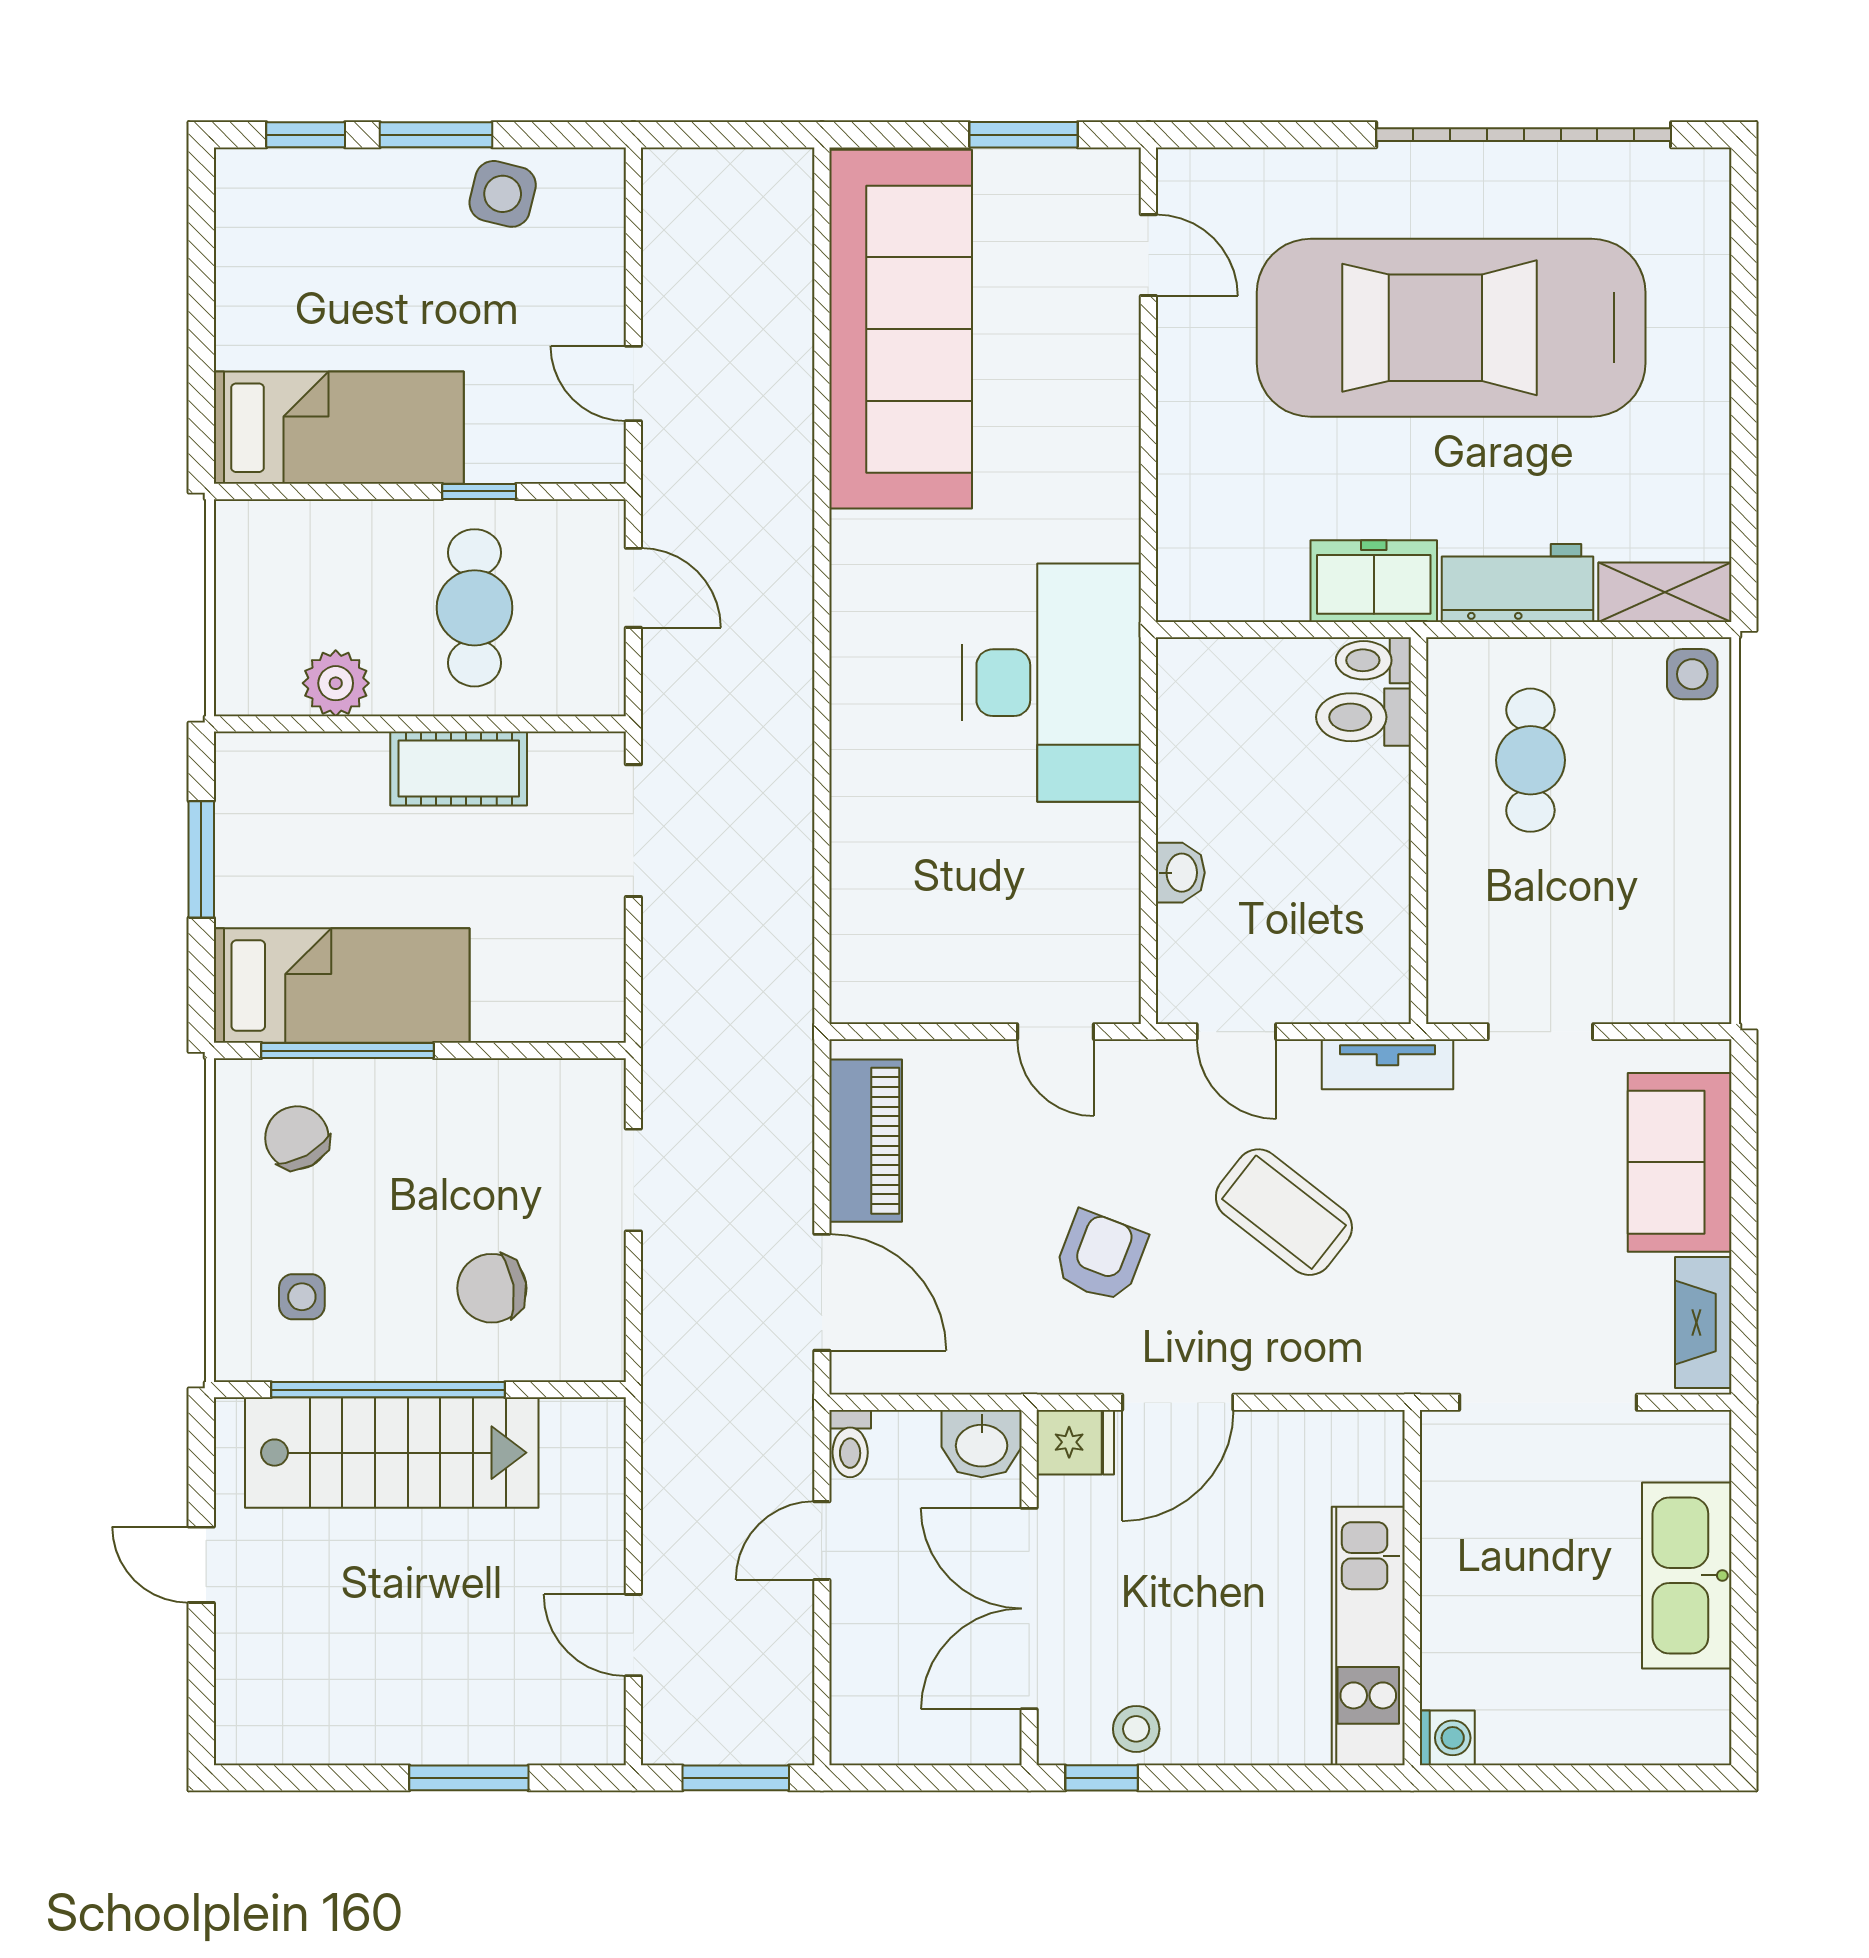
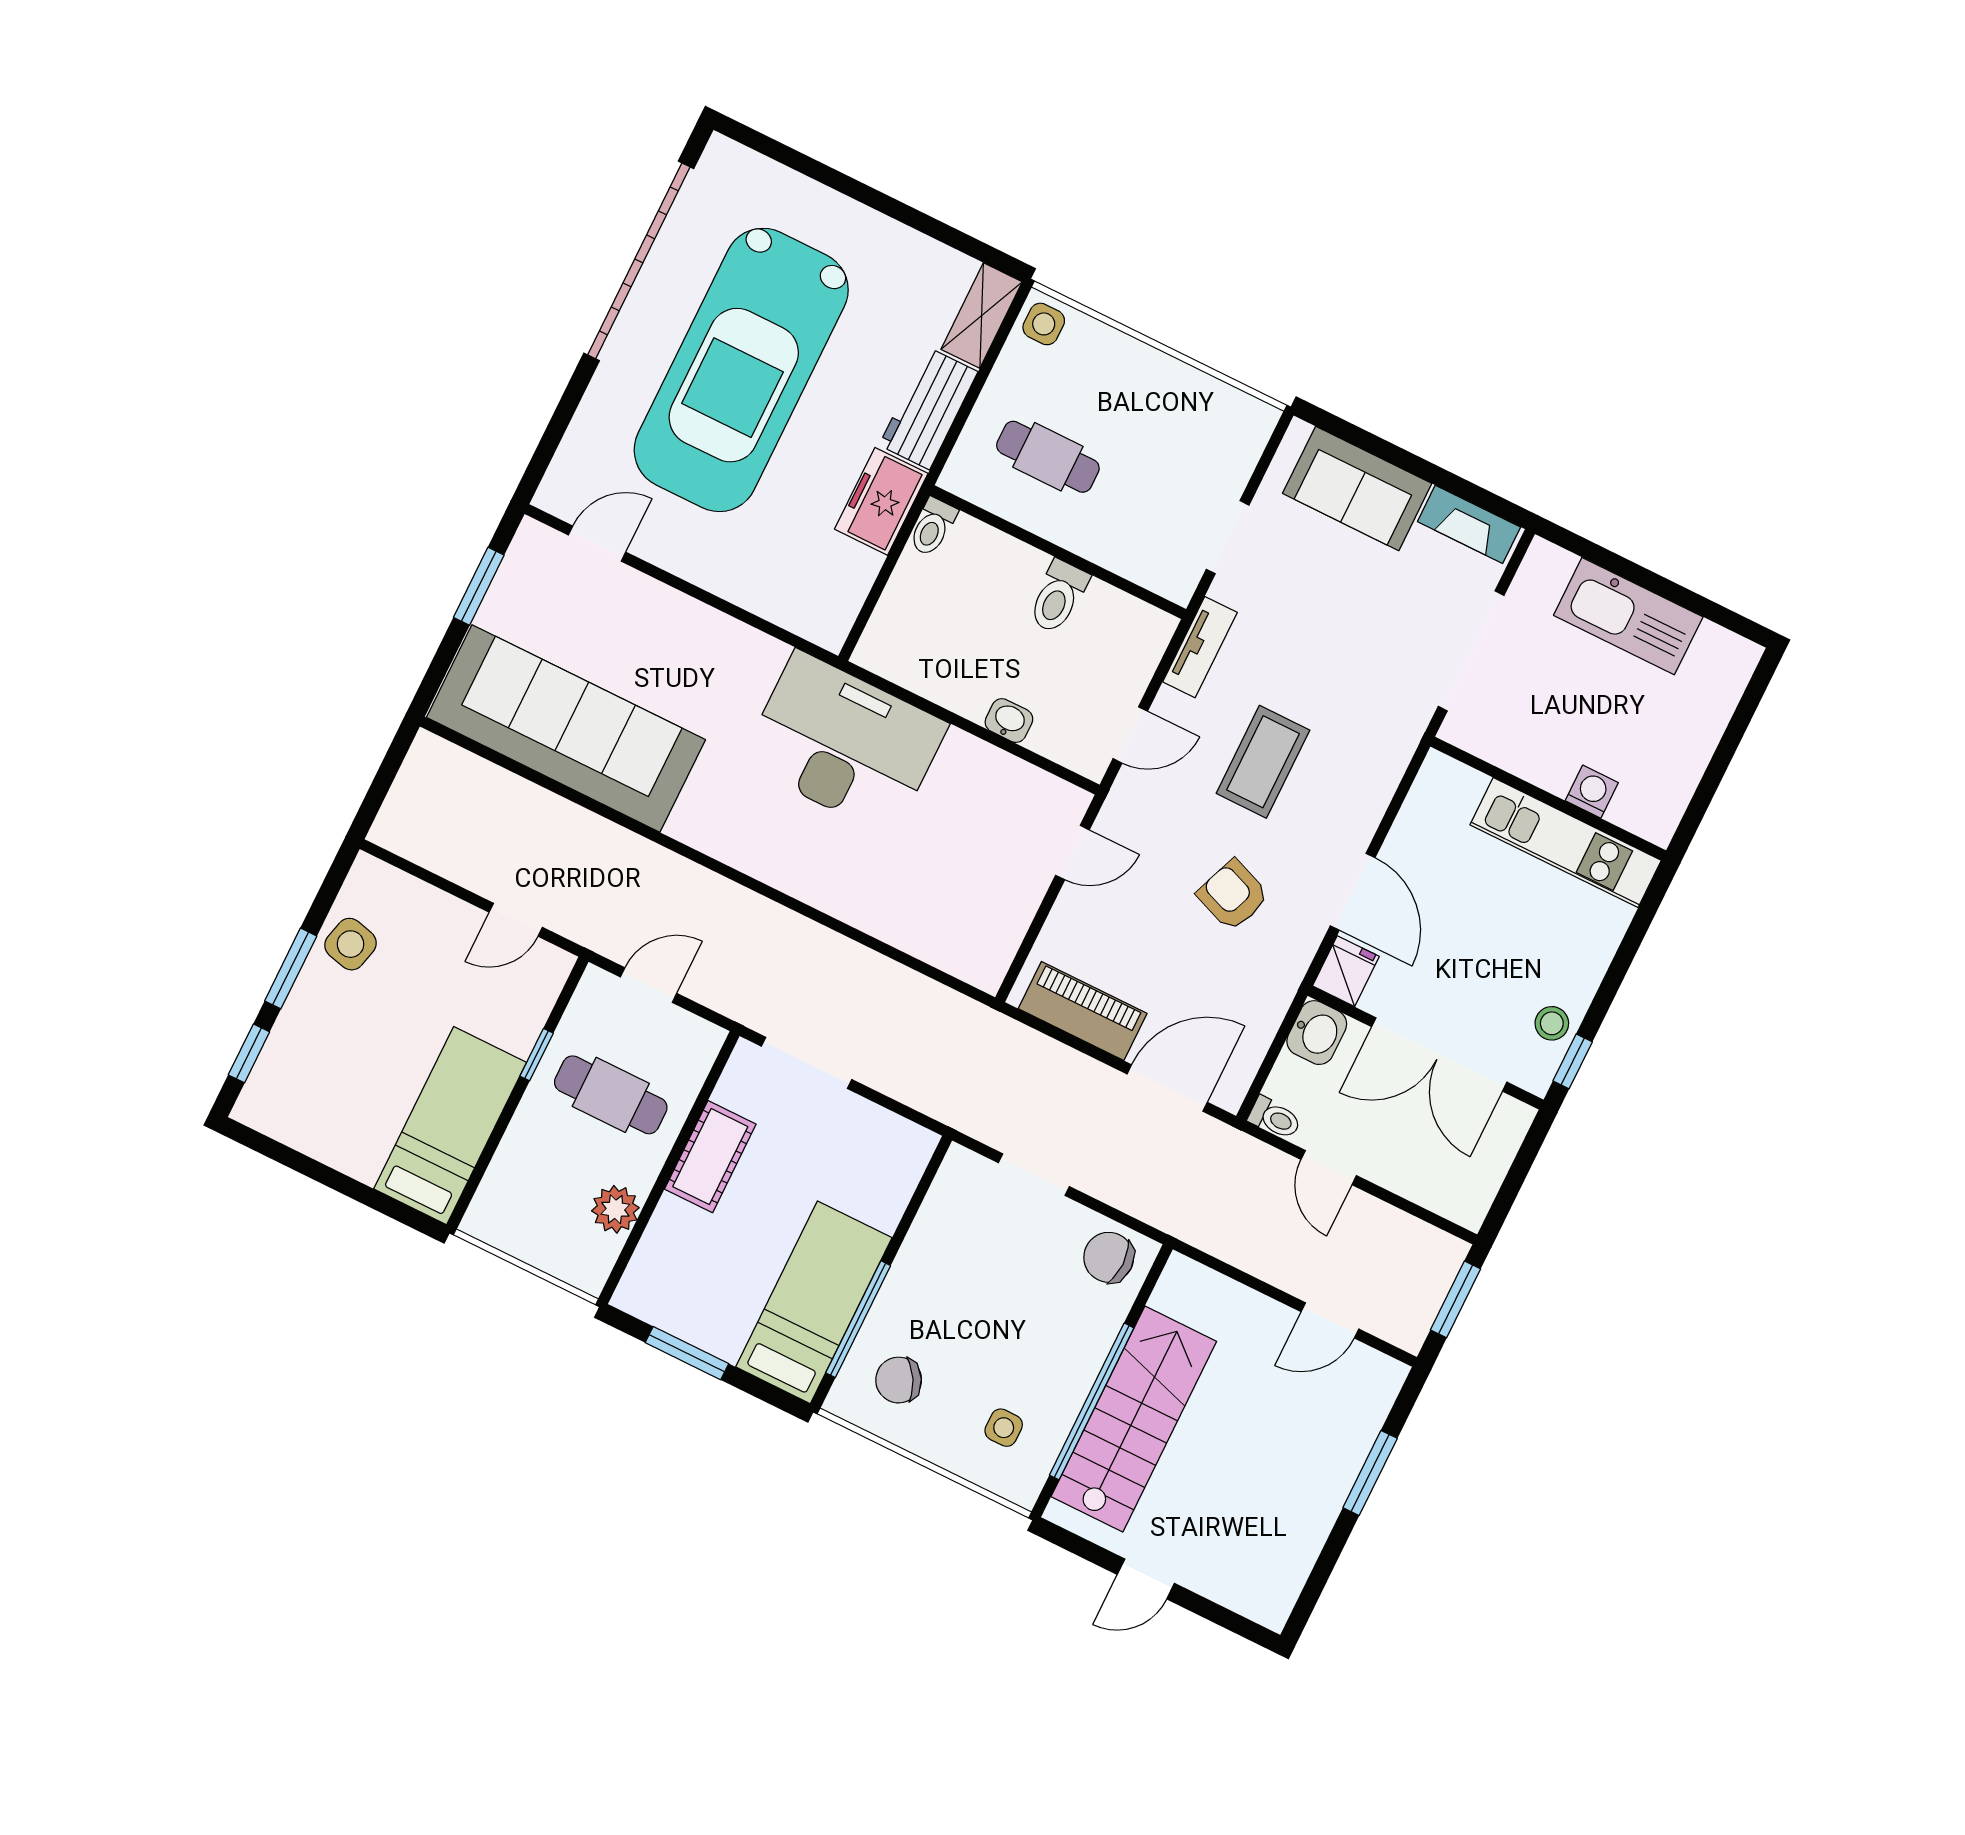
toilet: (1364, 717) -> (1058, 597), moved
coffee table: (1284, 1212) -> (1263, 762), turned -38
chair: (492, 1288) -> (1109, 1257), moved, turned 99
washing machine: (1447, 1738) -> (1592, 792), moved

